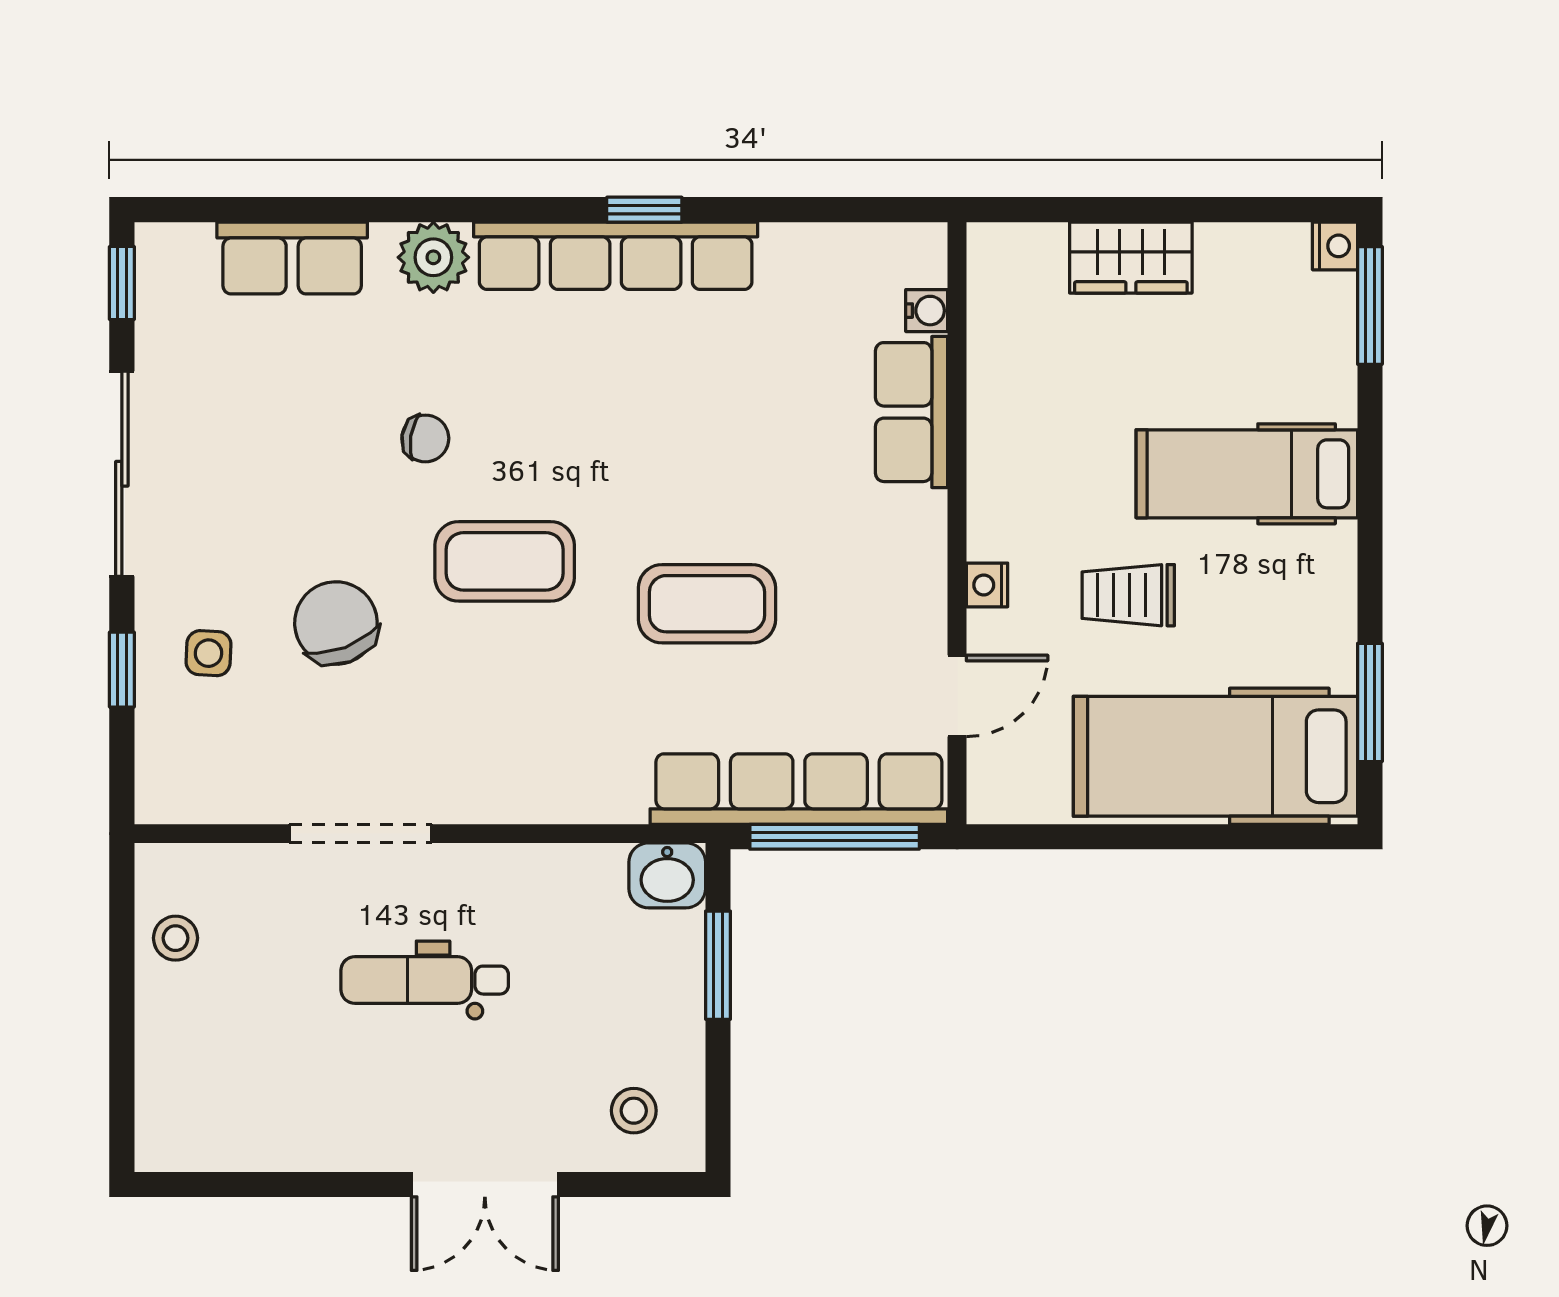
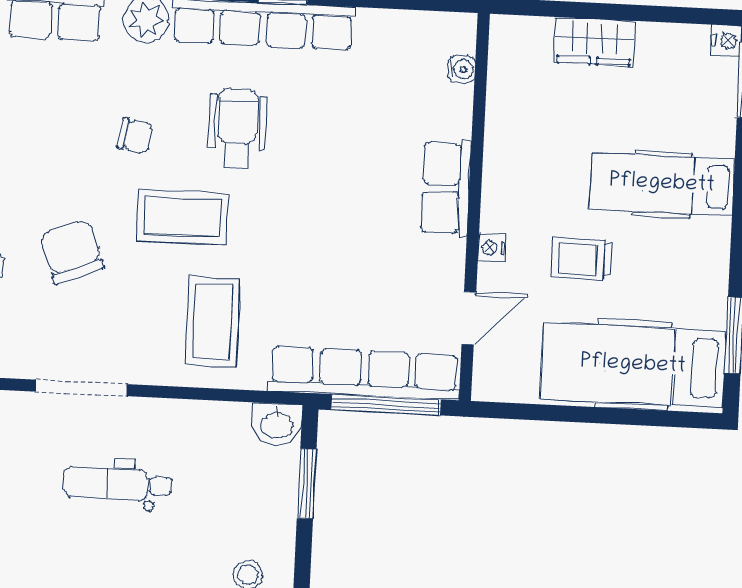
row of seats: (912, 412) -> (446, 188), moved
wheelchair: (584, 419) -> (237, 128), added
coffee table: (707, 604) -> (213, 322), moved, turned 90

